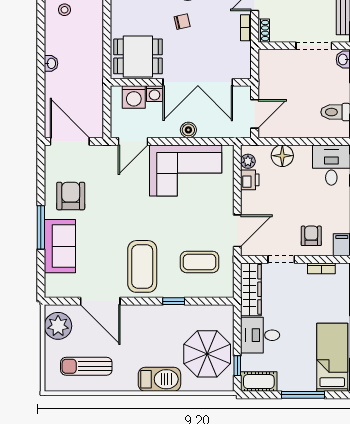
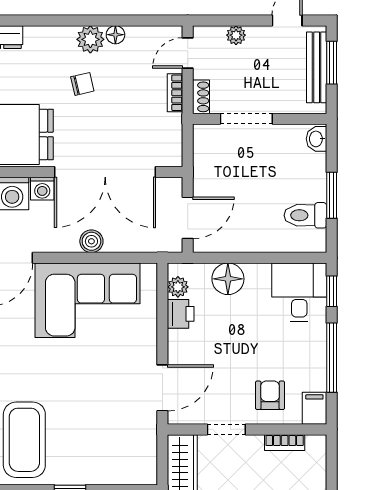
doorway: (314, 46) -> (246, 119), moved
coffee table: (200, 262) -> (108, 433), removed

